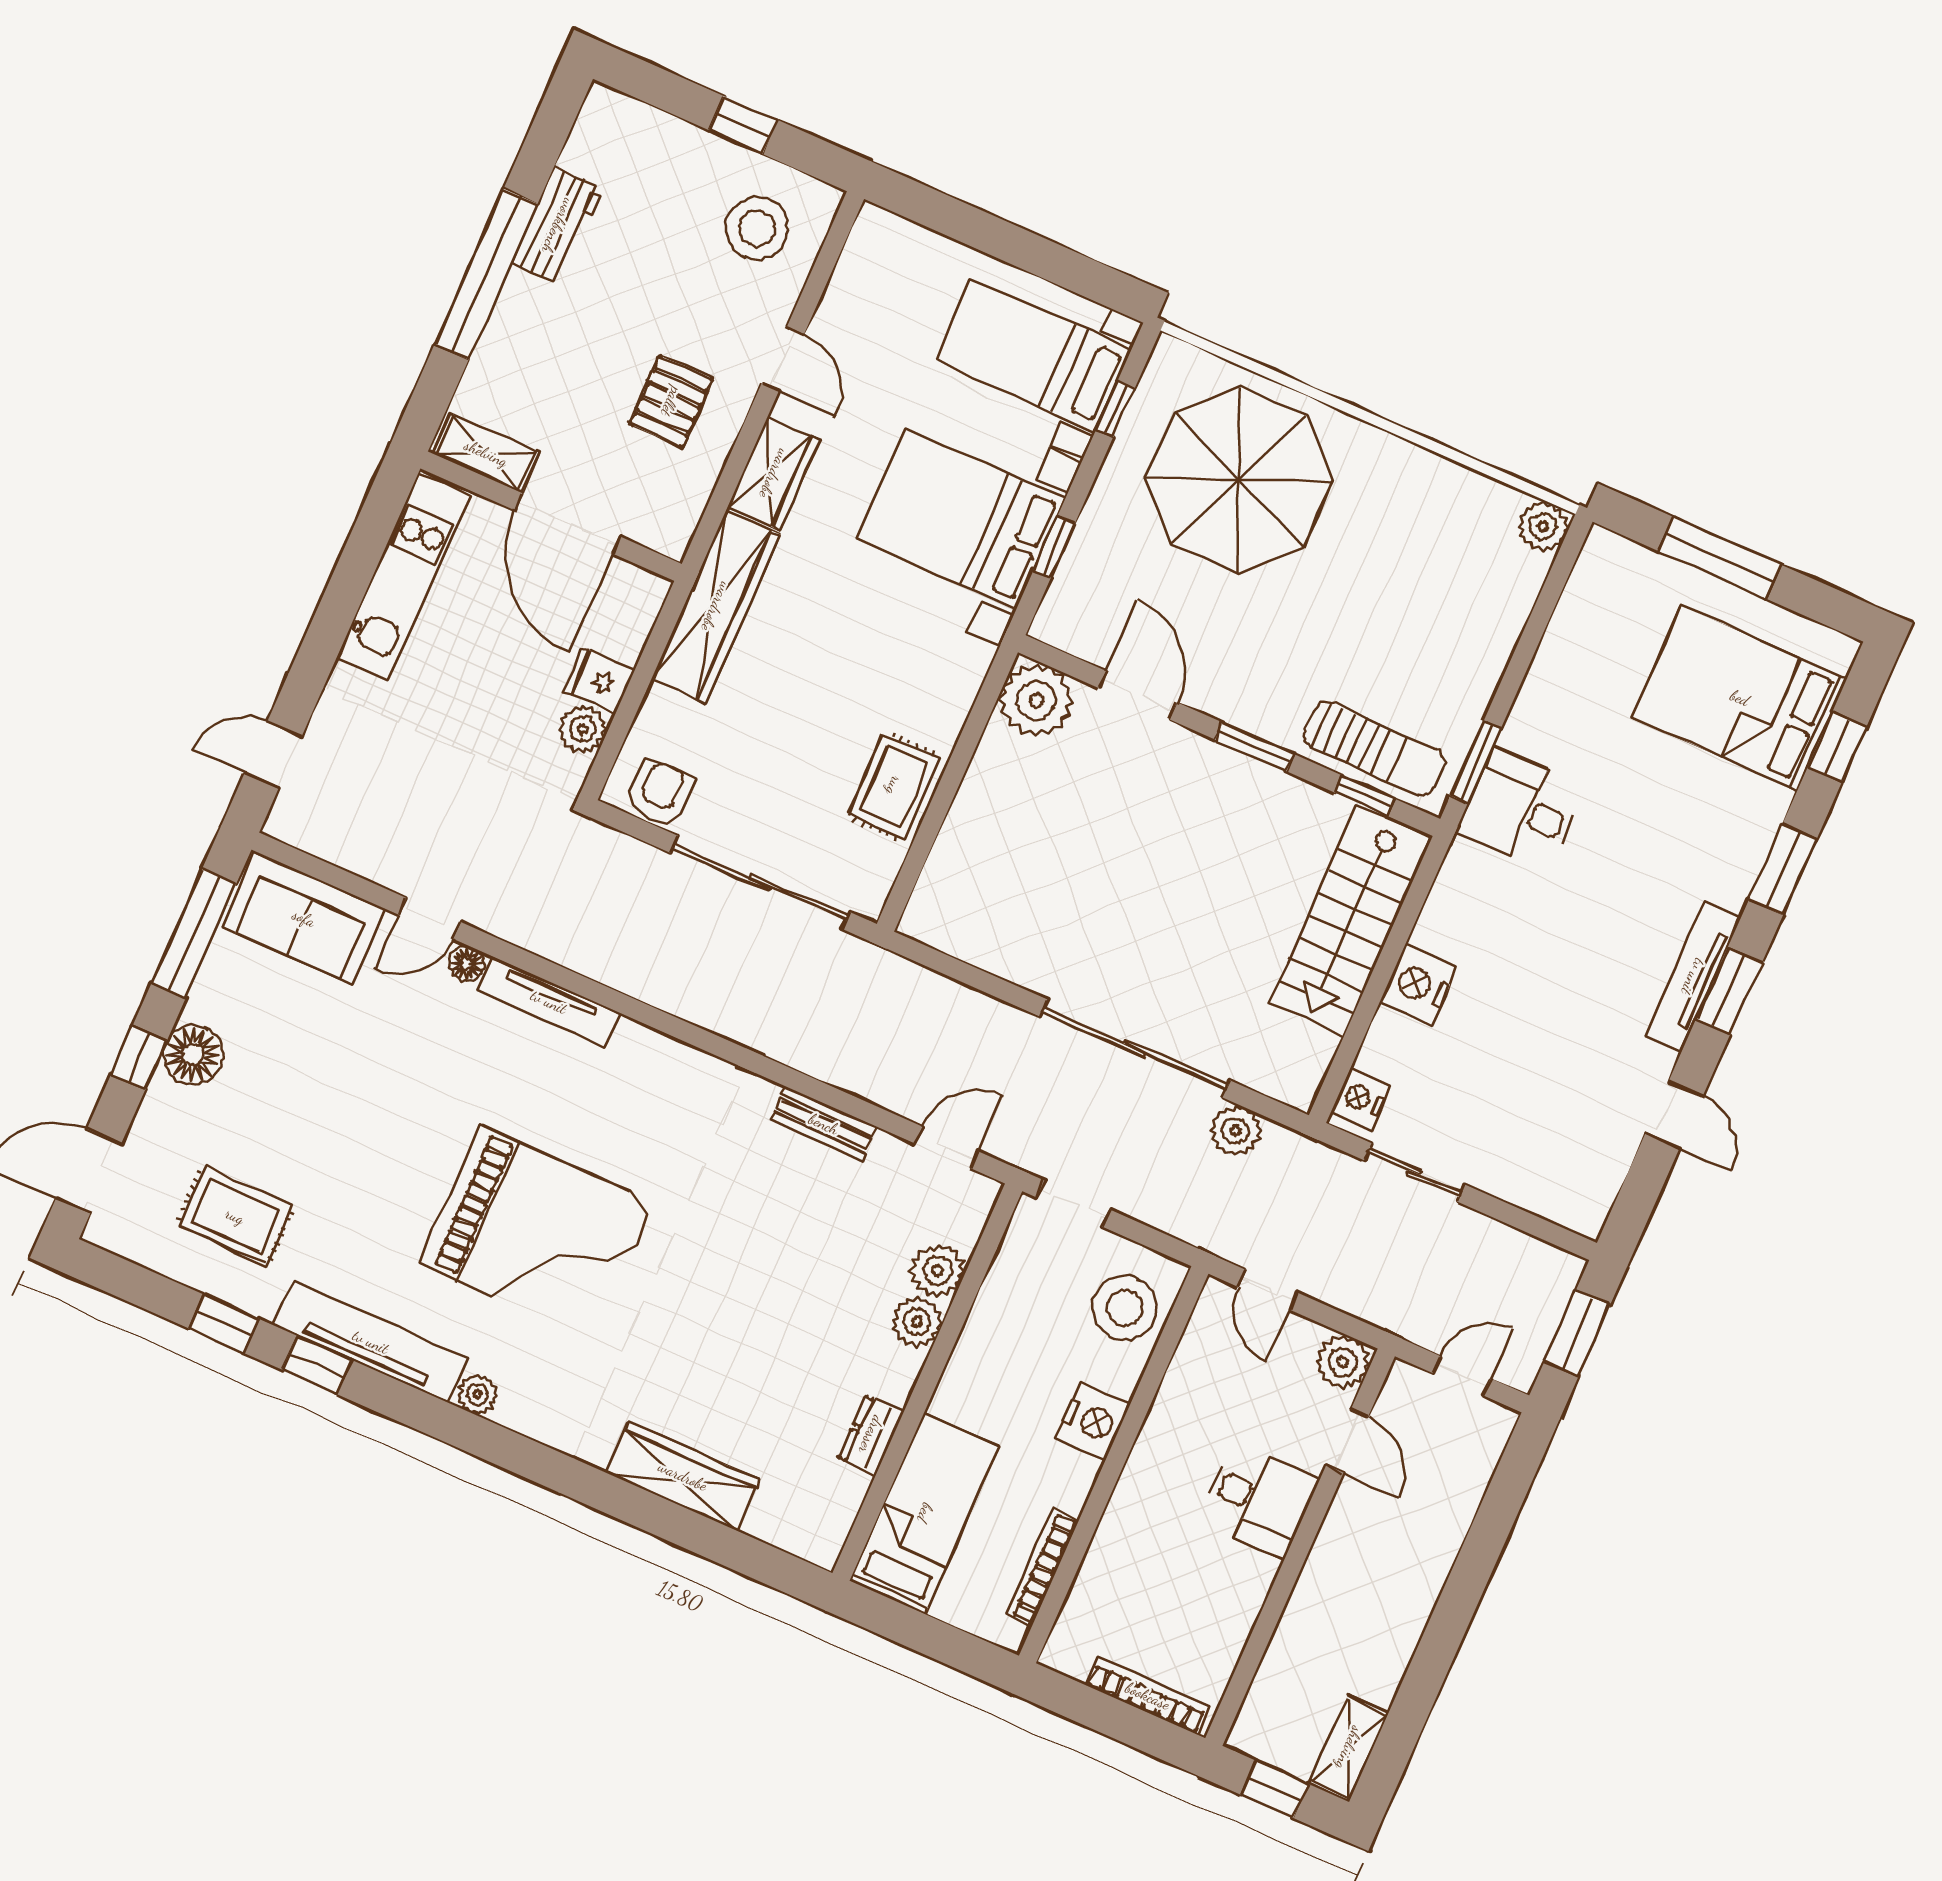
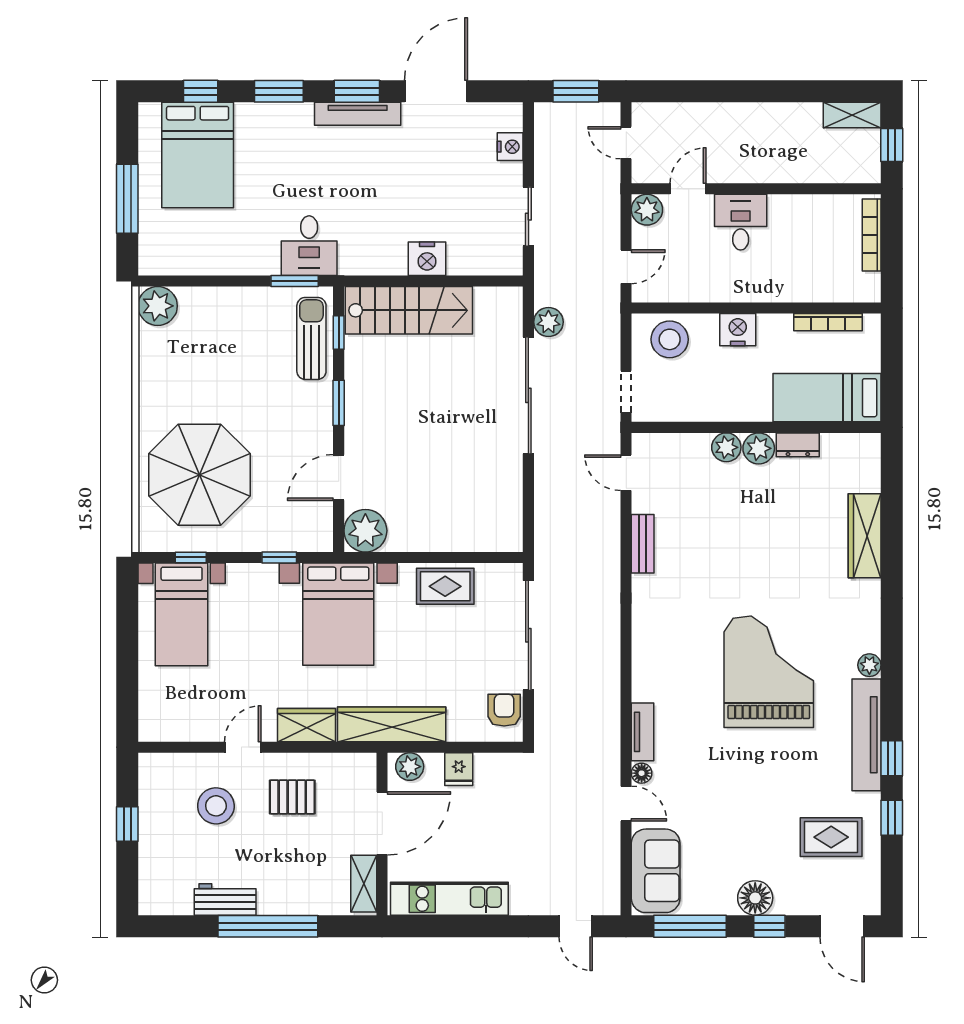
stool: (757, 228) -> (216, 806), moved
bed with nightstands: (961, 519) -> (338, 614), moved
plant: (1543, 527) -> (158, 306), width x1.36, depth x1.36
plant: (583, 729) -> (410, 767), moved
armchair: (660, 793) -> (504, 710), turned 90
tv unit: (549, 1002) -> (642, 732), width x0.71
nightstand: (1361, 1099) -> (510, 147), moved, turned -90
door: (1674, 1115) -> (436, 91), width x1.87
rug: (235, 1216) -> (831, 837), turned 90
plant: (937, 1270) -> (759, 448), moved

